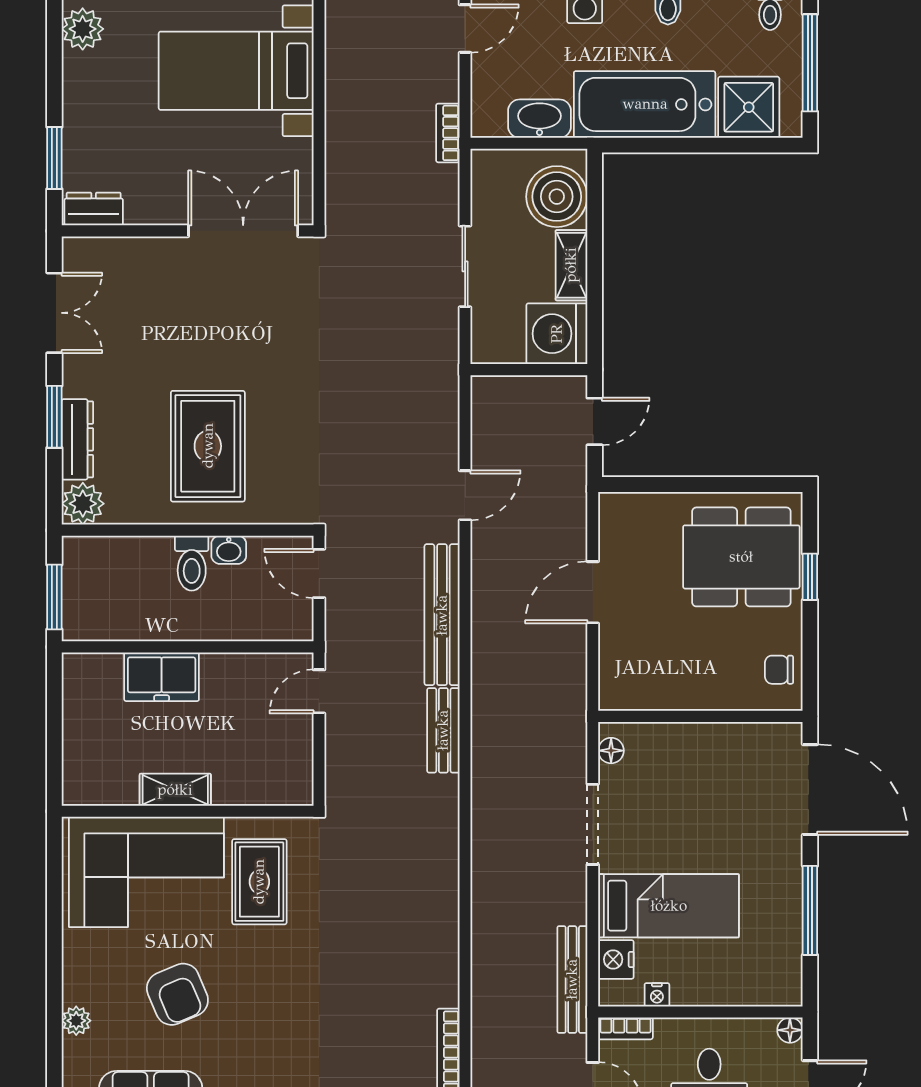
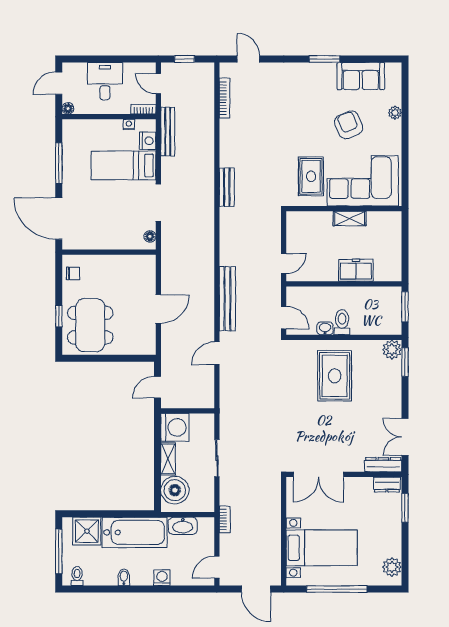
window: (54, 417) -> (405, 362), moved
dresser: (77, 439) -> (383, 465), moved, turned 90
dining table: (741, 557) -> (90, 325), turned 90
bench: (443, 730) -> (227, 187), moved

